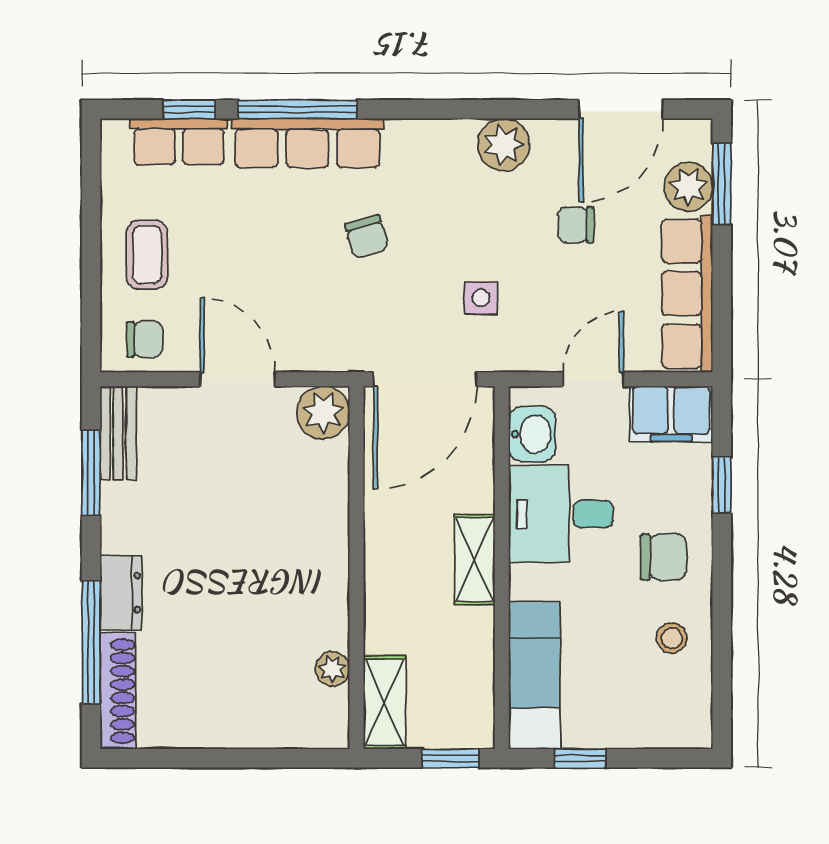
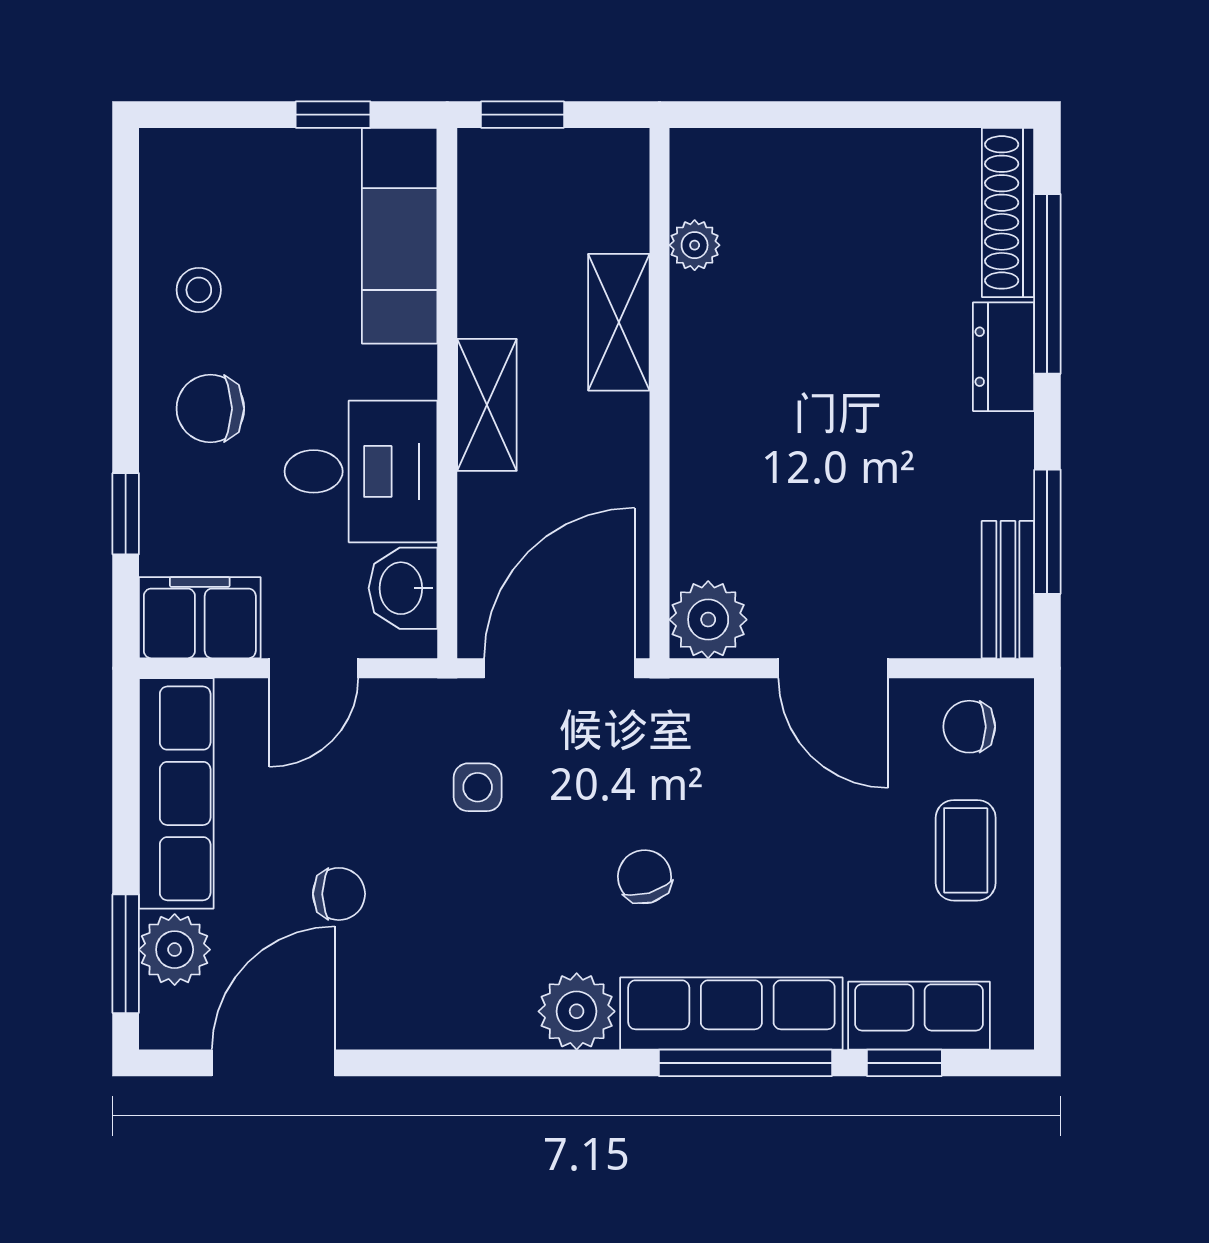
plant: (504, 145) -> (577, 1011), moved
shelving: (384, 702) -> (619, 322), moved

